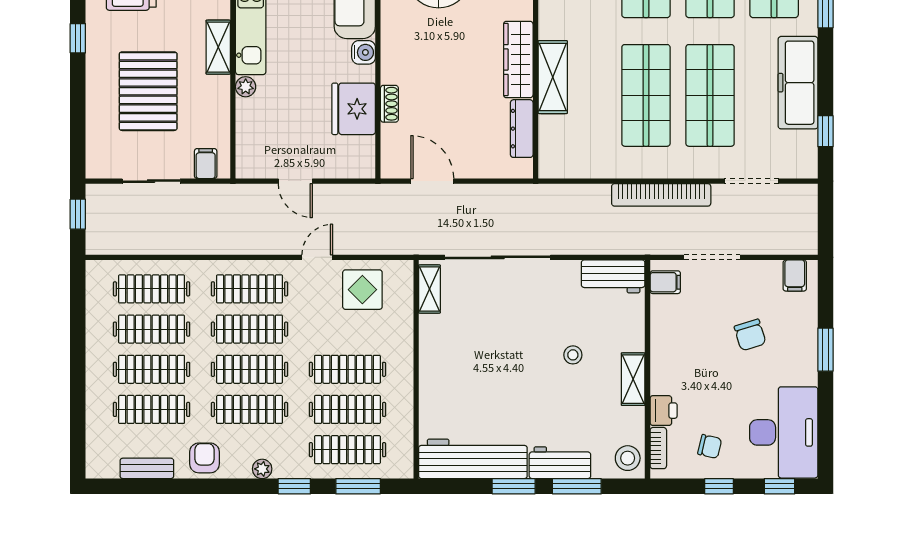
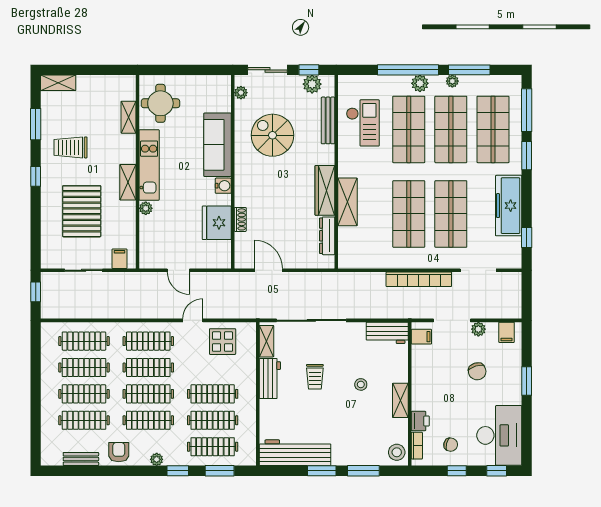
plant: (752, 271) -> (478, 329), added
trolley: (503, 343) -> (315, 377), added
workbench: (560, 463) -> (270, 379), moved, turned 90

